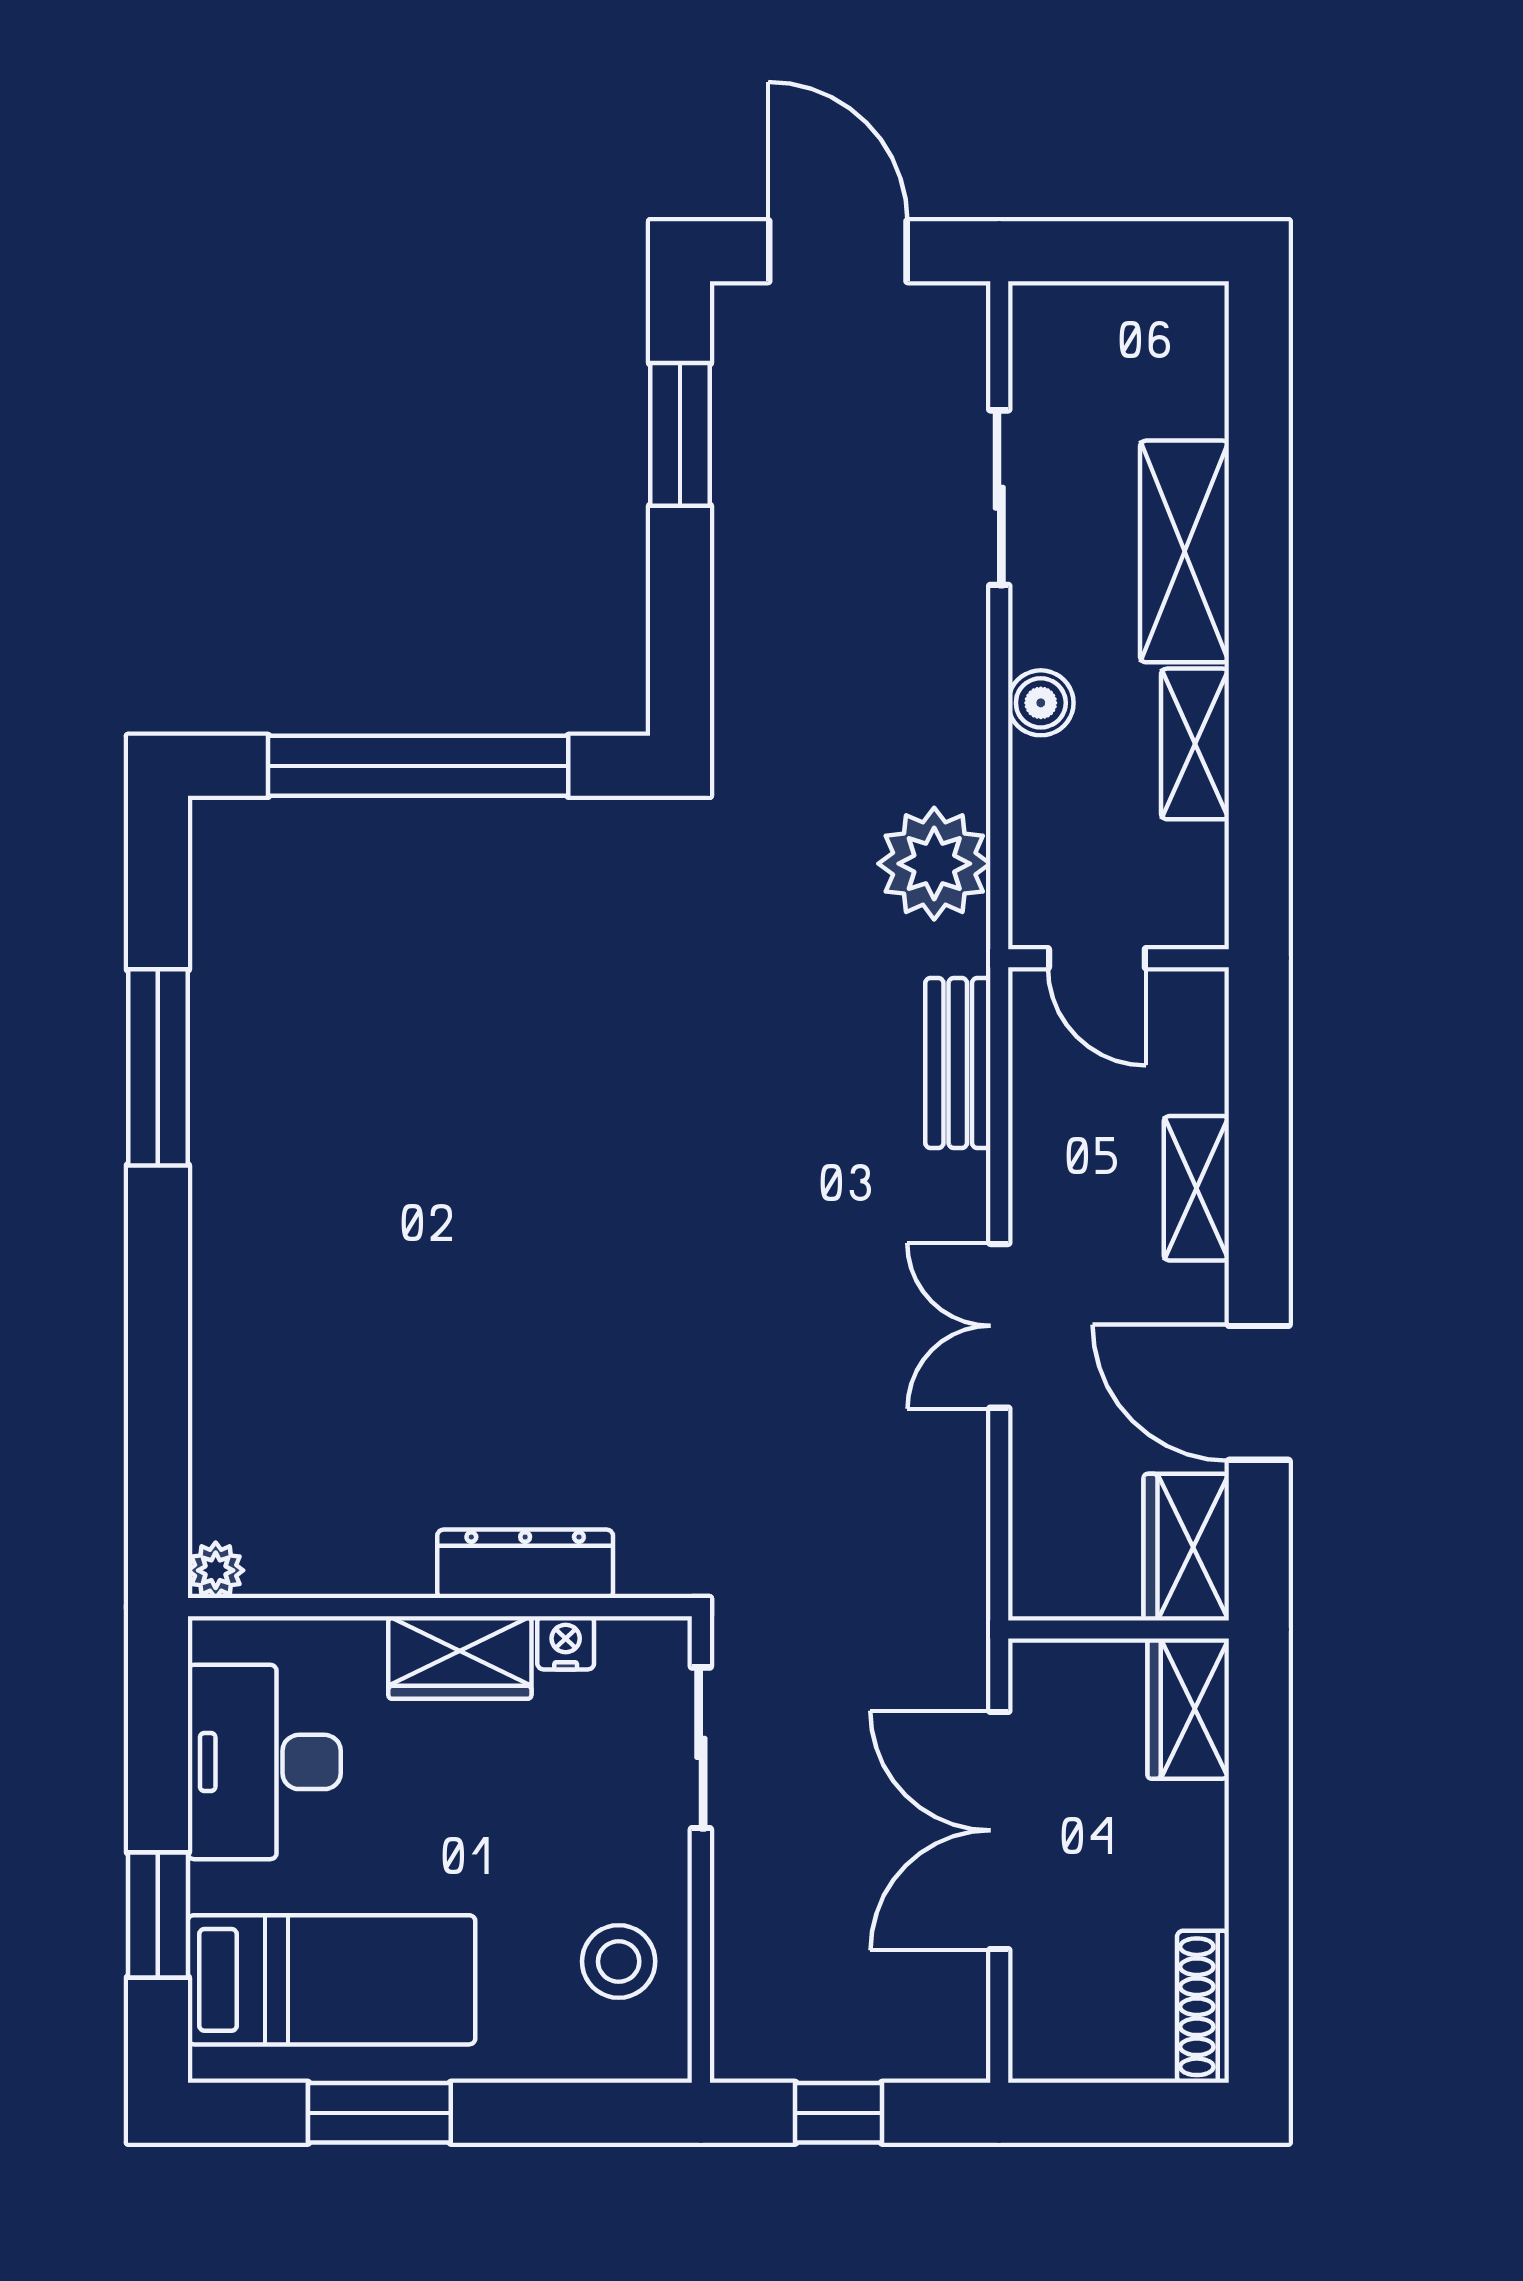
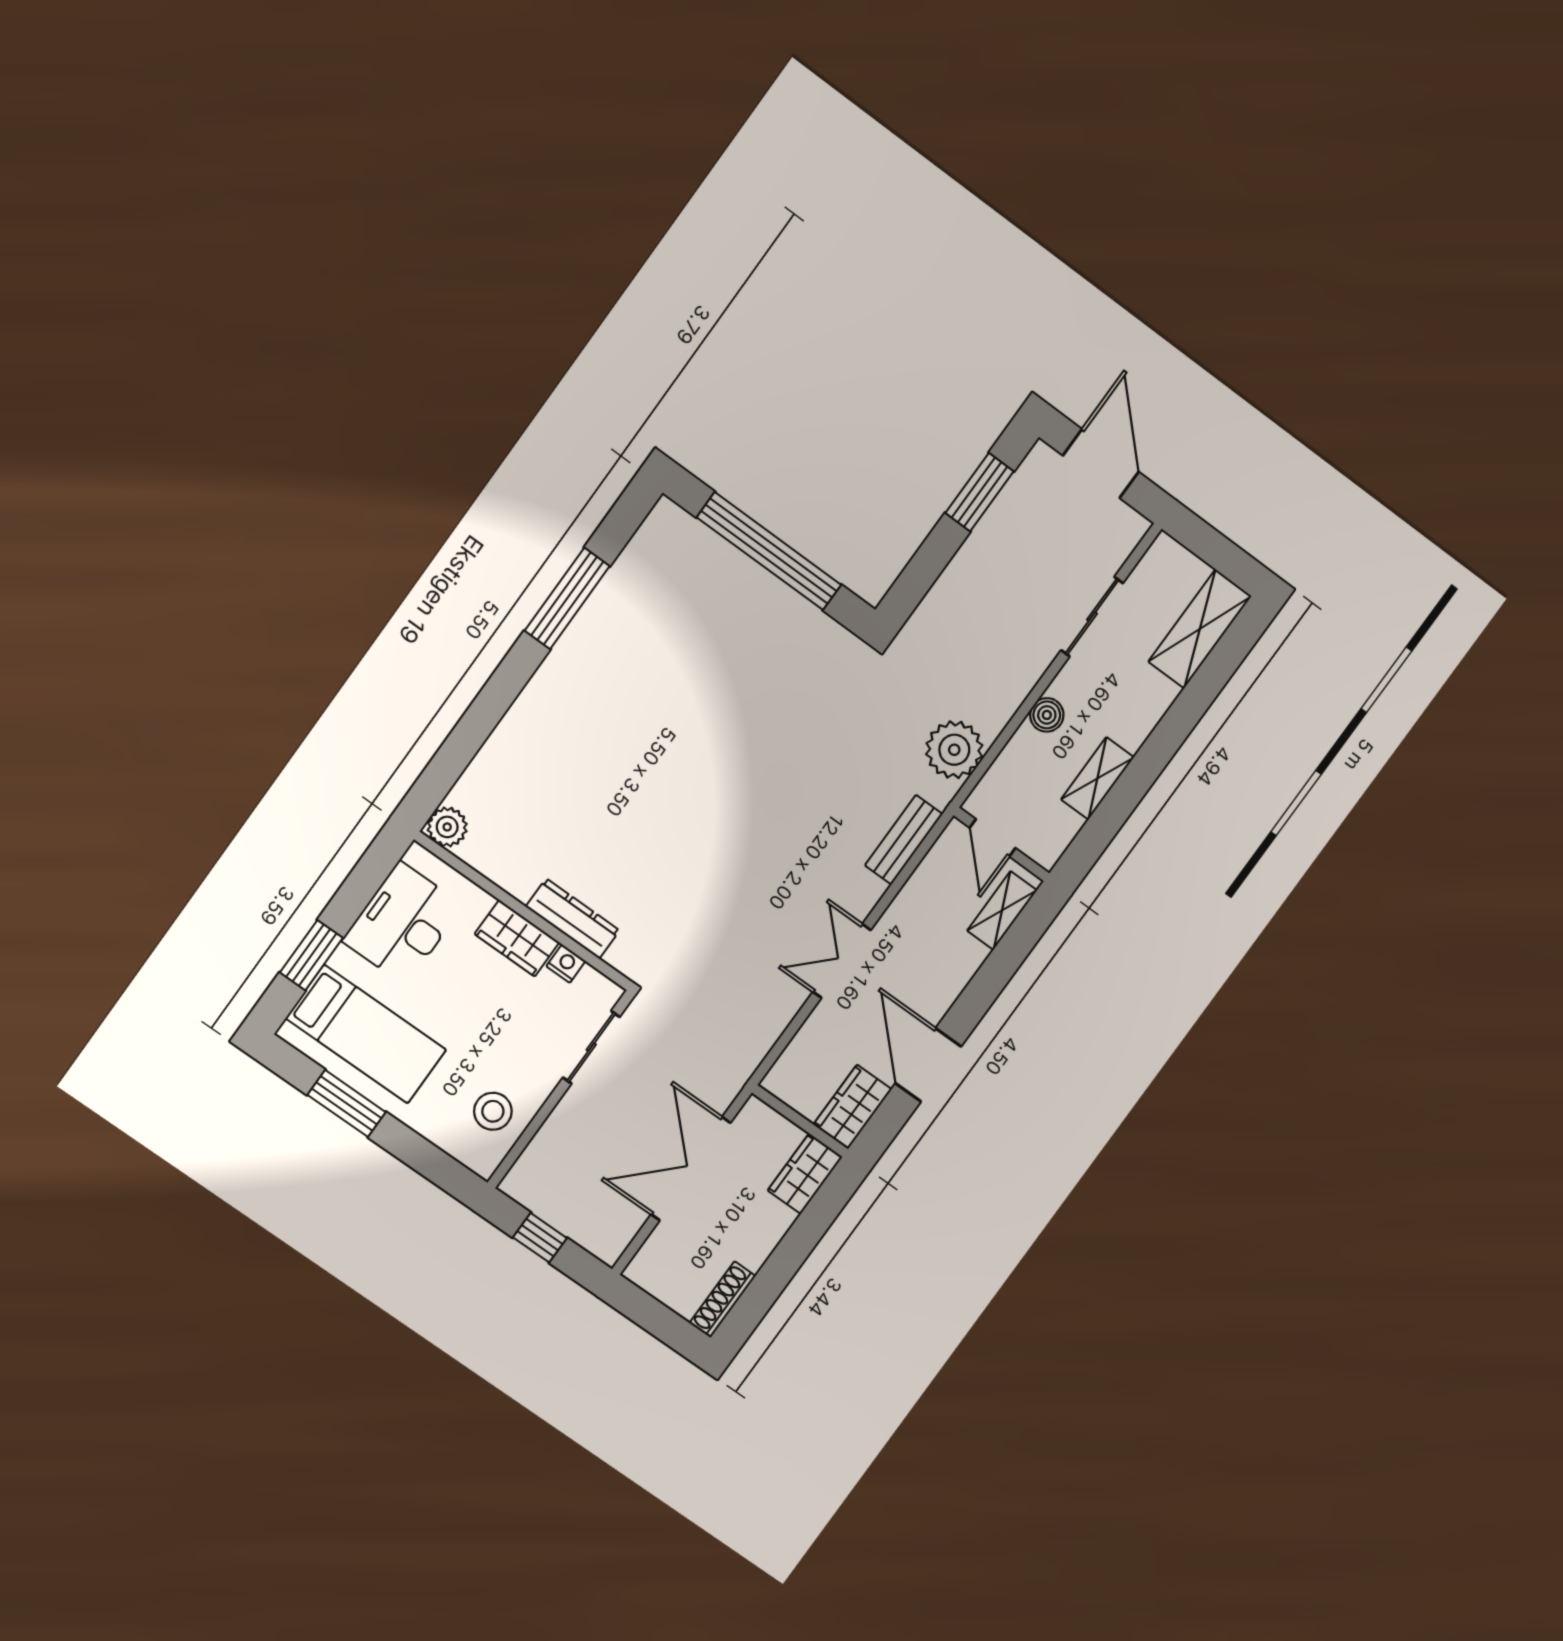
shelving: (1185, 551) -> (1200, 629), moved
shelving: (1196, 1188) -> (1002, 910), moved
plant: (216, 1570) -> (447, 827), width x1.38, depth x1.38

